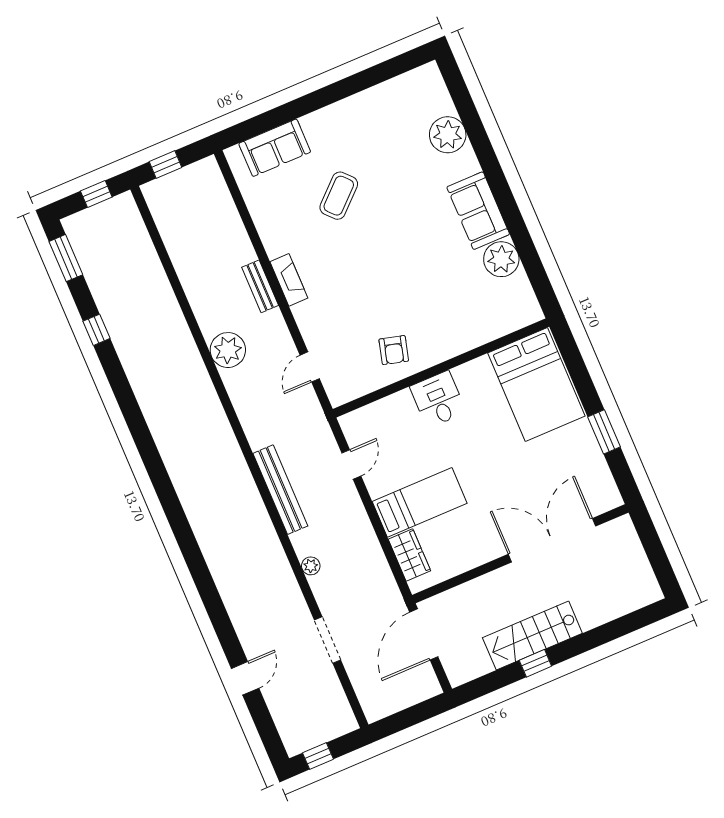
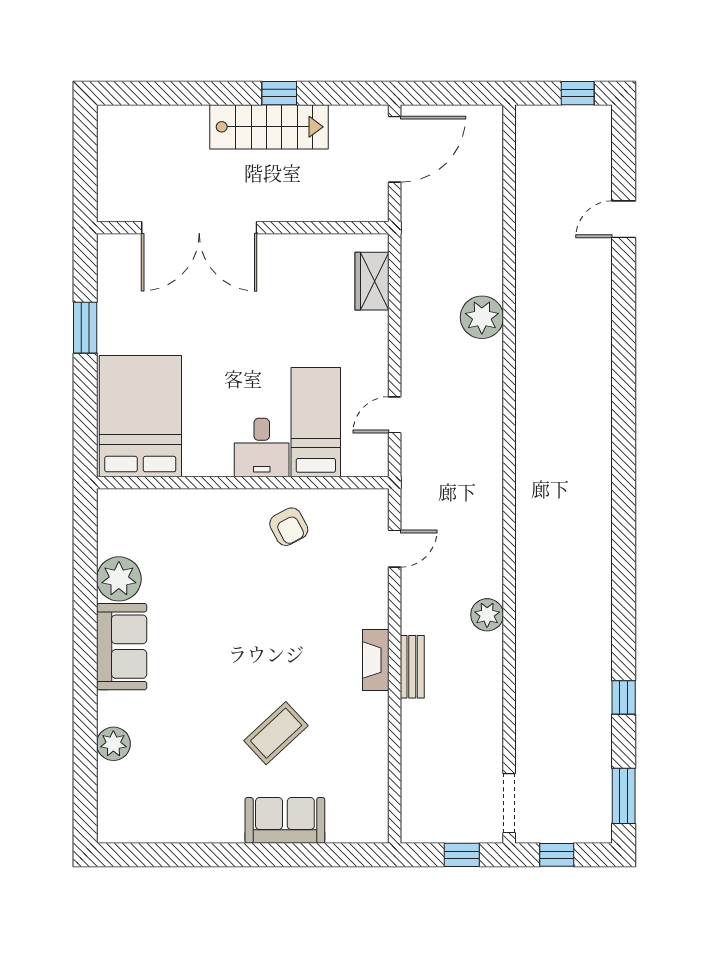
plant: (448, 135) -> (113, 744), width x0.73, depth x0.73
sofa: (275, 148) -> (285, 820), moved
plant: (228, 350) -> (487, 615), width x0.73, depth x0.73
armchair: (394, 350) -> (289, 527), turned 137
bench: (280, 490) -> (489, 421), removed
bed: (420, 502) -> (316, 422), moved, turned 90
plant: (311, 566) -> (482, 317), width x1.88, depth x1.88
door: (424, 634) -> (395, 149), moved
doorway: (328, 640) -> (509, 803), moved

